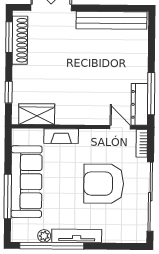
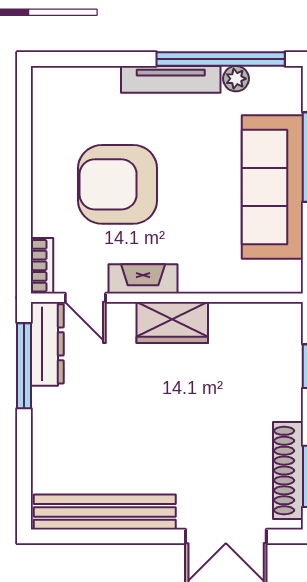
wardrobe: (37, 114) -> (172, 322), moved
fireplace: (61, 136) -> (143, 279), moved
armchair: (104, 184) -> (118, 184), turned 180
sliding door: (150, 197) -> (24, 159), removed

